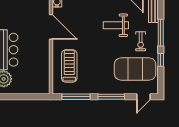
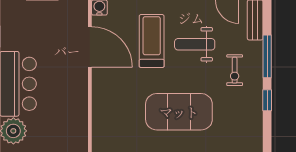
treadmill: (69, 66) -> (152, 41), moved
exercise mat: (135, 69) -> (179, 112), moved

